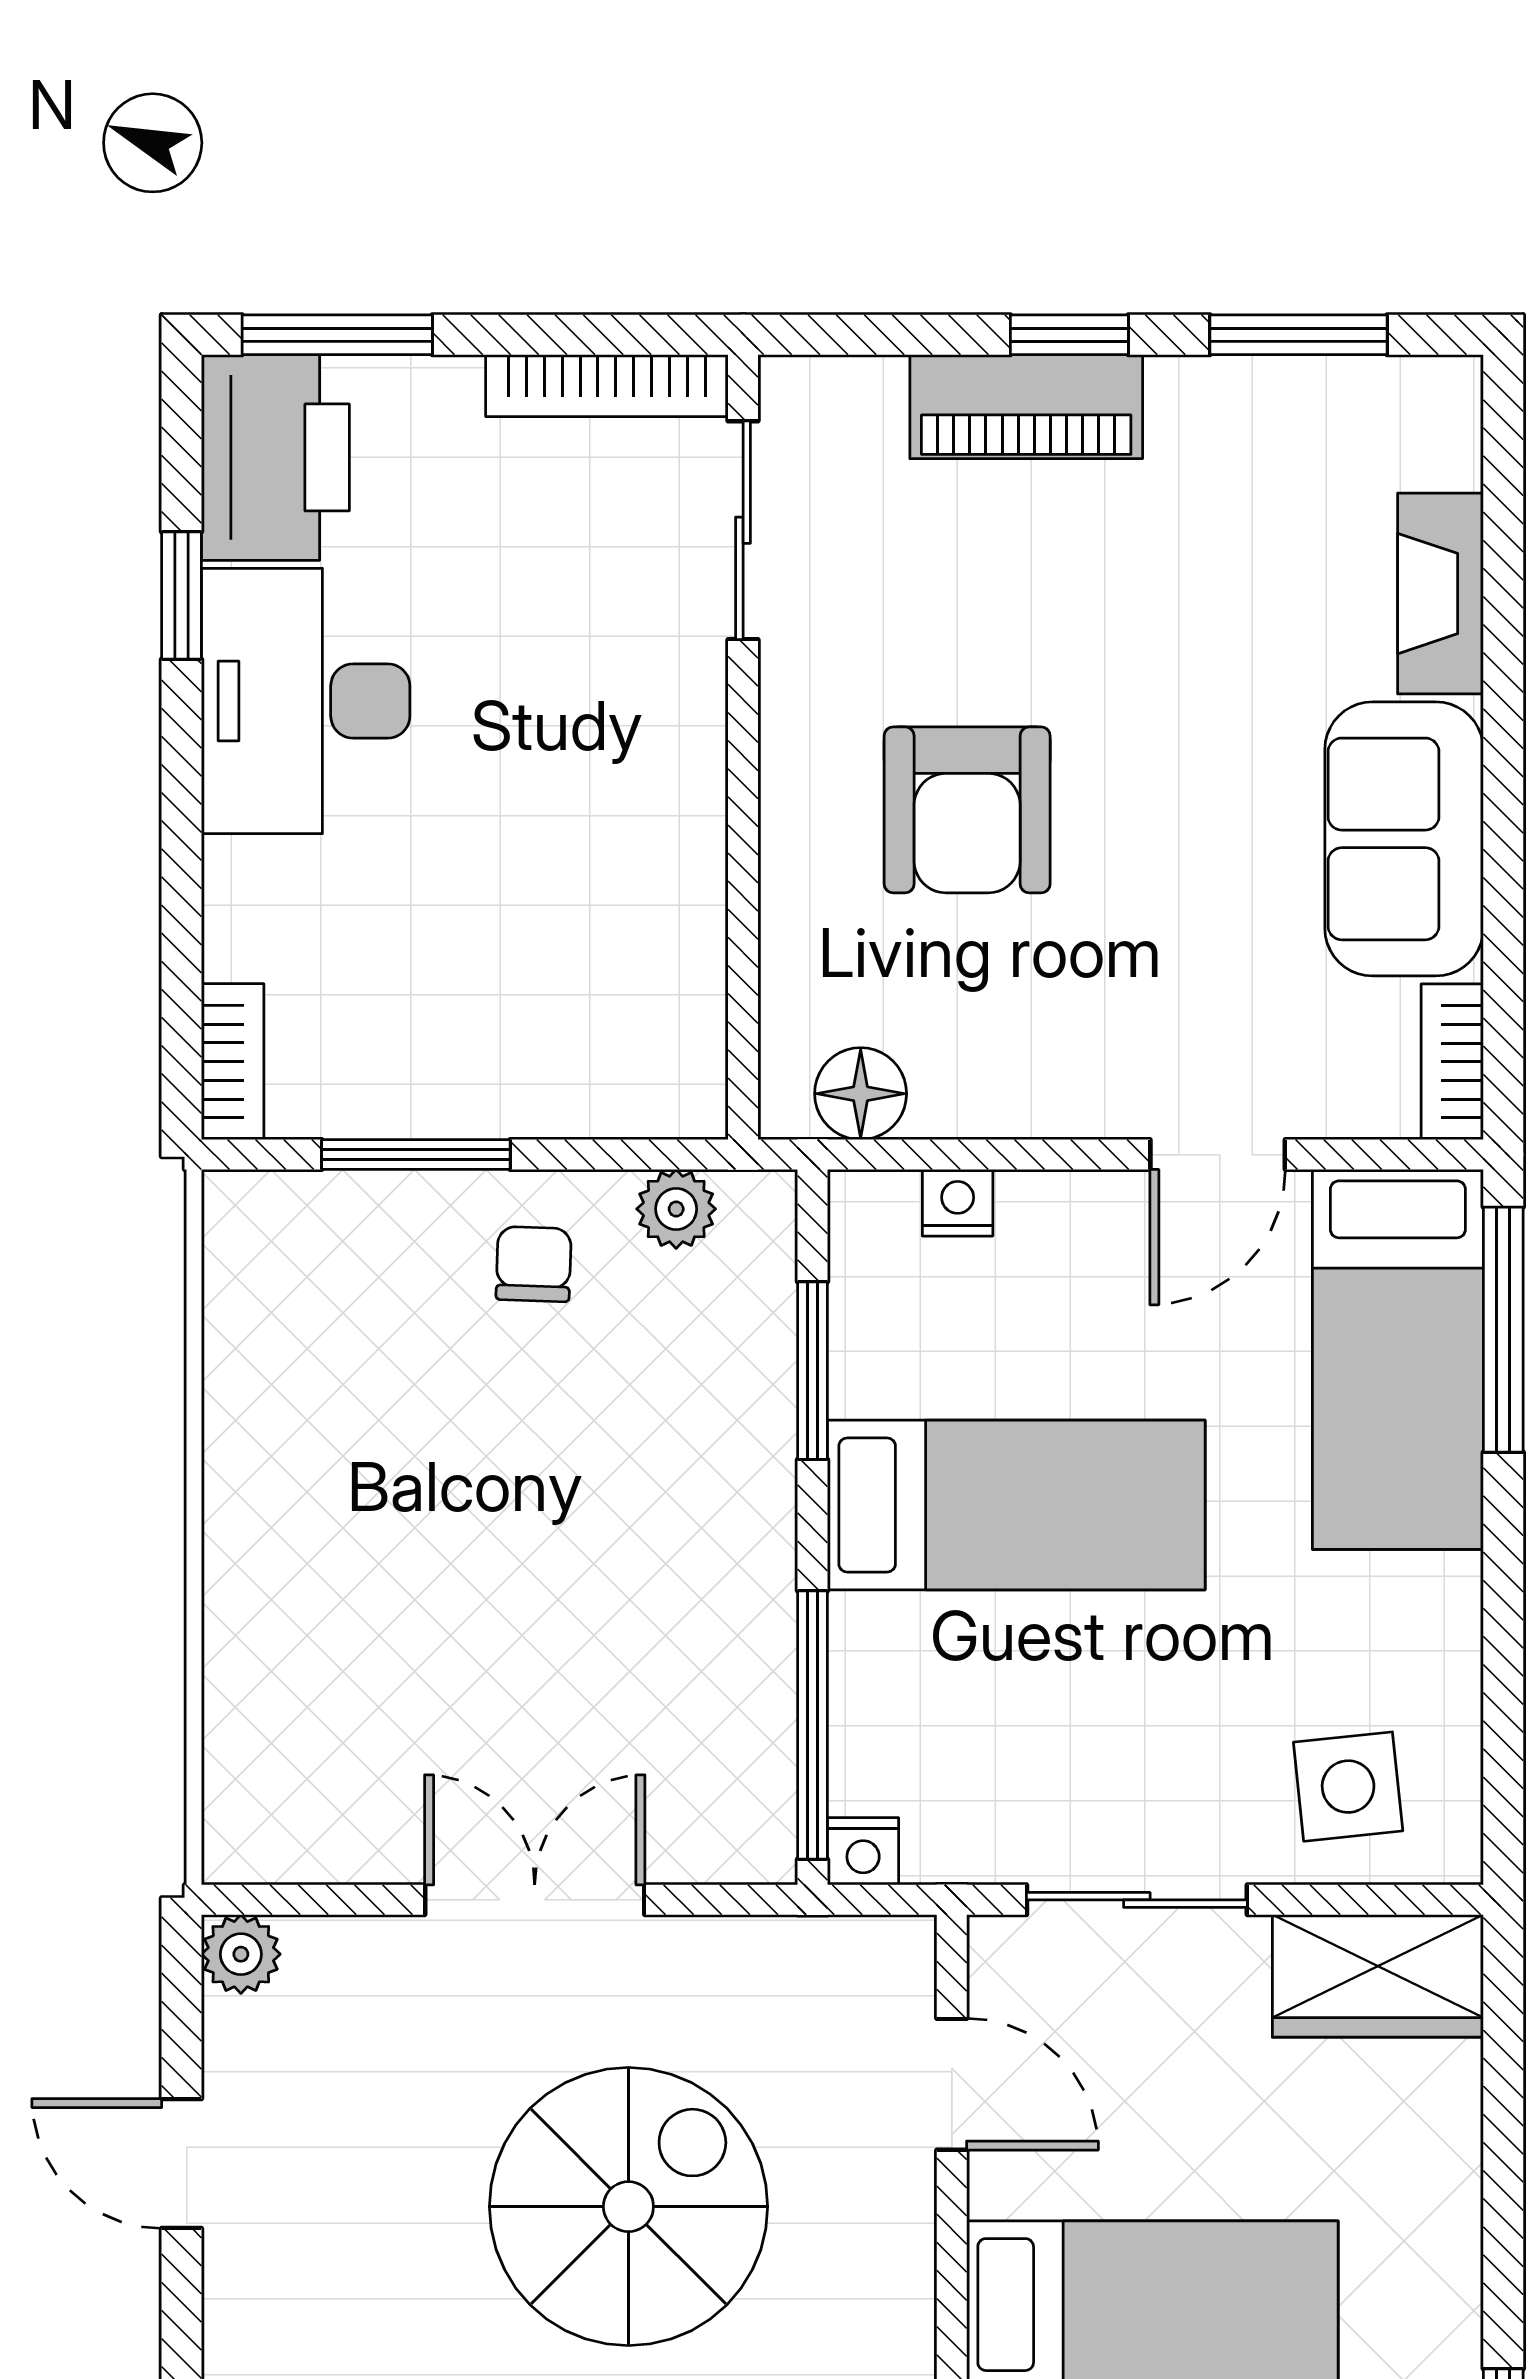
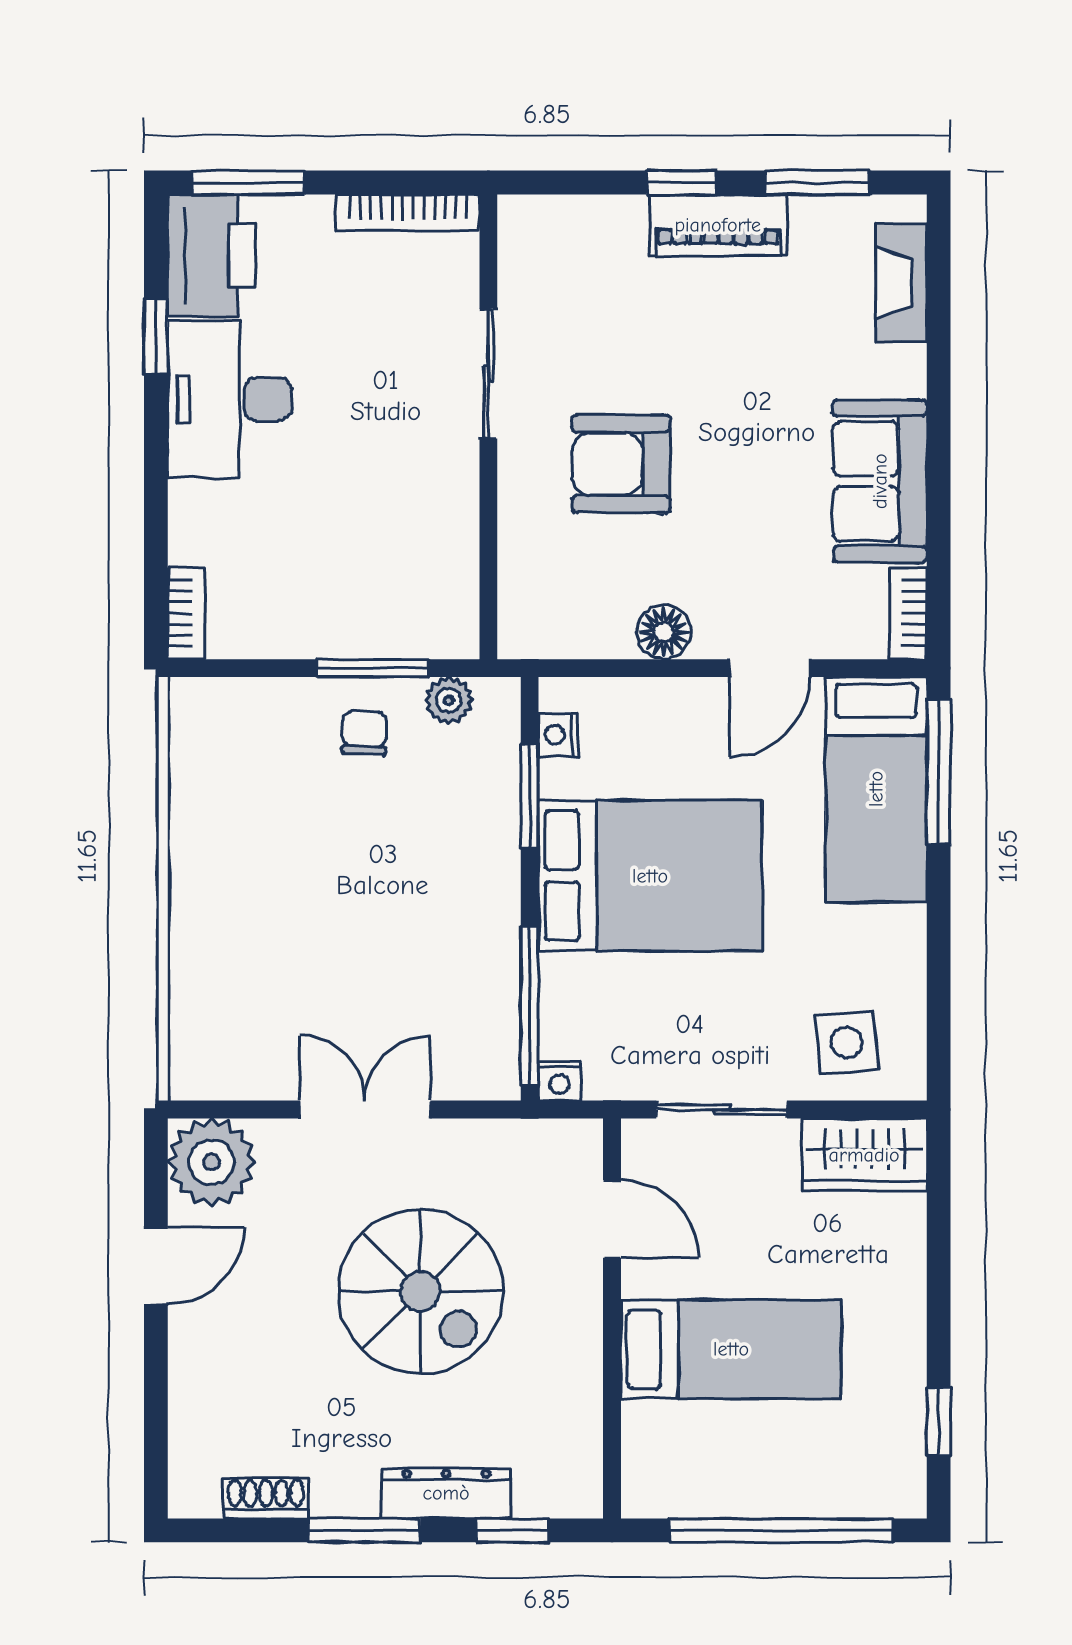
piano: (1026, 407) -> (718, 225), moved
sliding door: (743, 530) -> (488, 374), moved
fireplace: (1440, 594) -> (901, 283), moved
armchair: (967, 810) -> (621, 464), turned 90
floor lamp: (861, 1094) -> (664, 632), moved
window: (416, 1155) -> (373, 668), moved
nightstand: (958, 1203) -> (558, 735), moved, turned -90
bed: (1016, 1505) -> (650, 876), width x1.50
plant: (241, 1954) -> (211, 1162), width x1.88, depth x1.88
door: (182, 2164) -> (156, 1266), swing flipped
spiral stairs: (628, 2207) -> (421, 1291), turned 90

